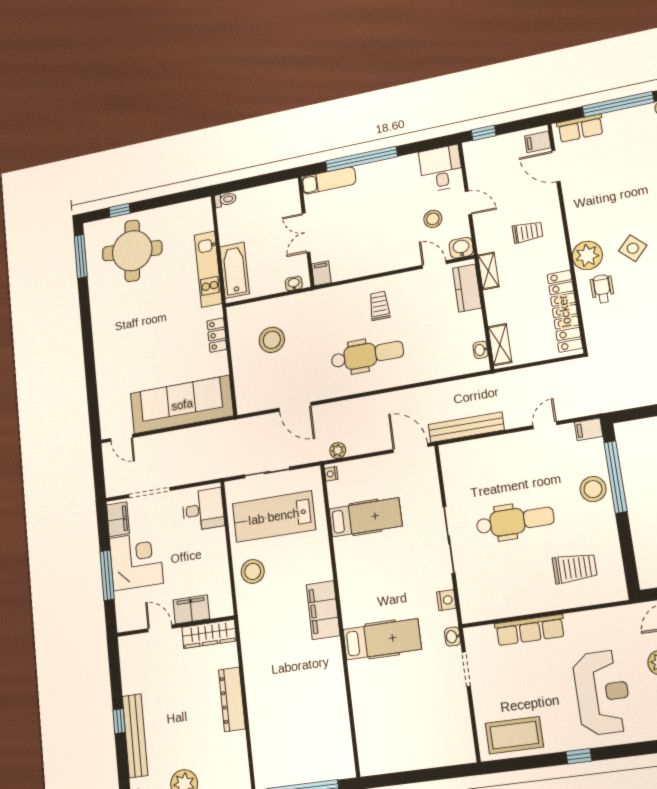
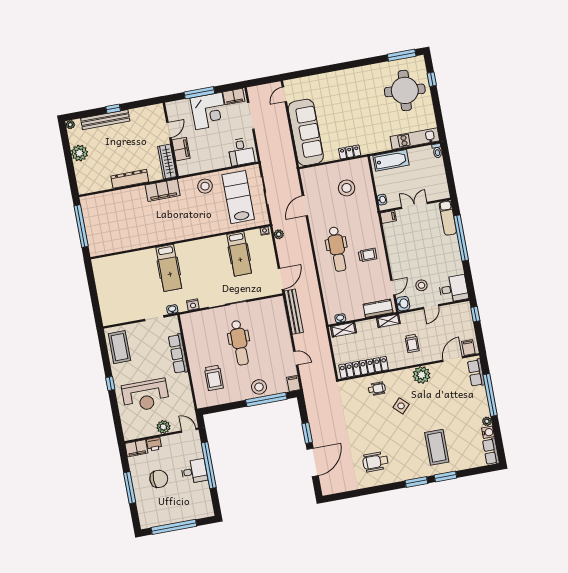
plant: (587, 255) -> (422, 375), moved
kitchen unit: (208, 269) -> (415, 139), moved
filing cabinet: (323, 610) -> (163, 190), moved, turned 180

